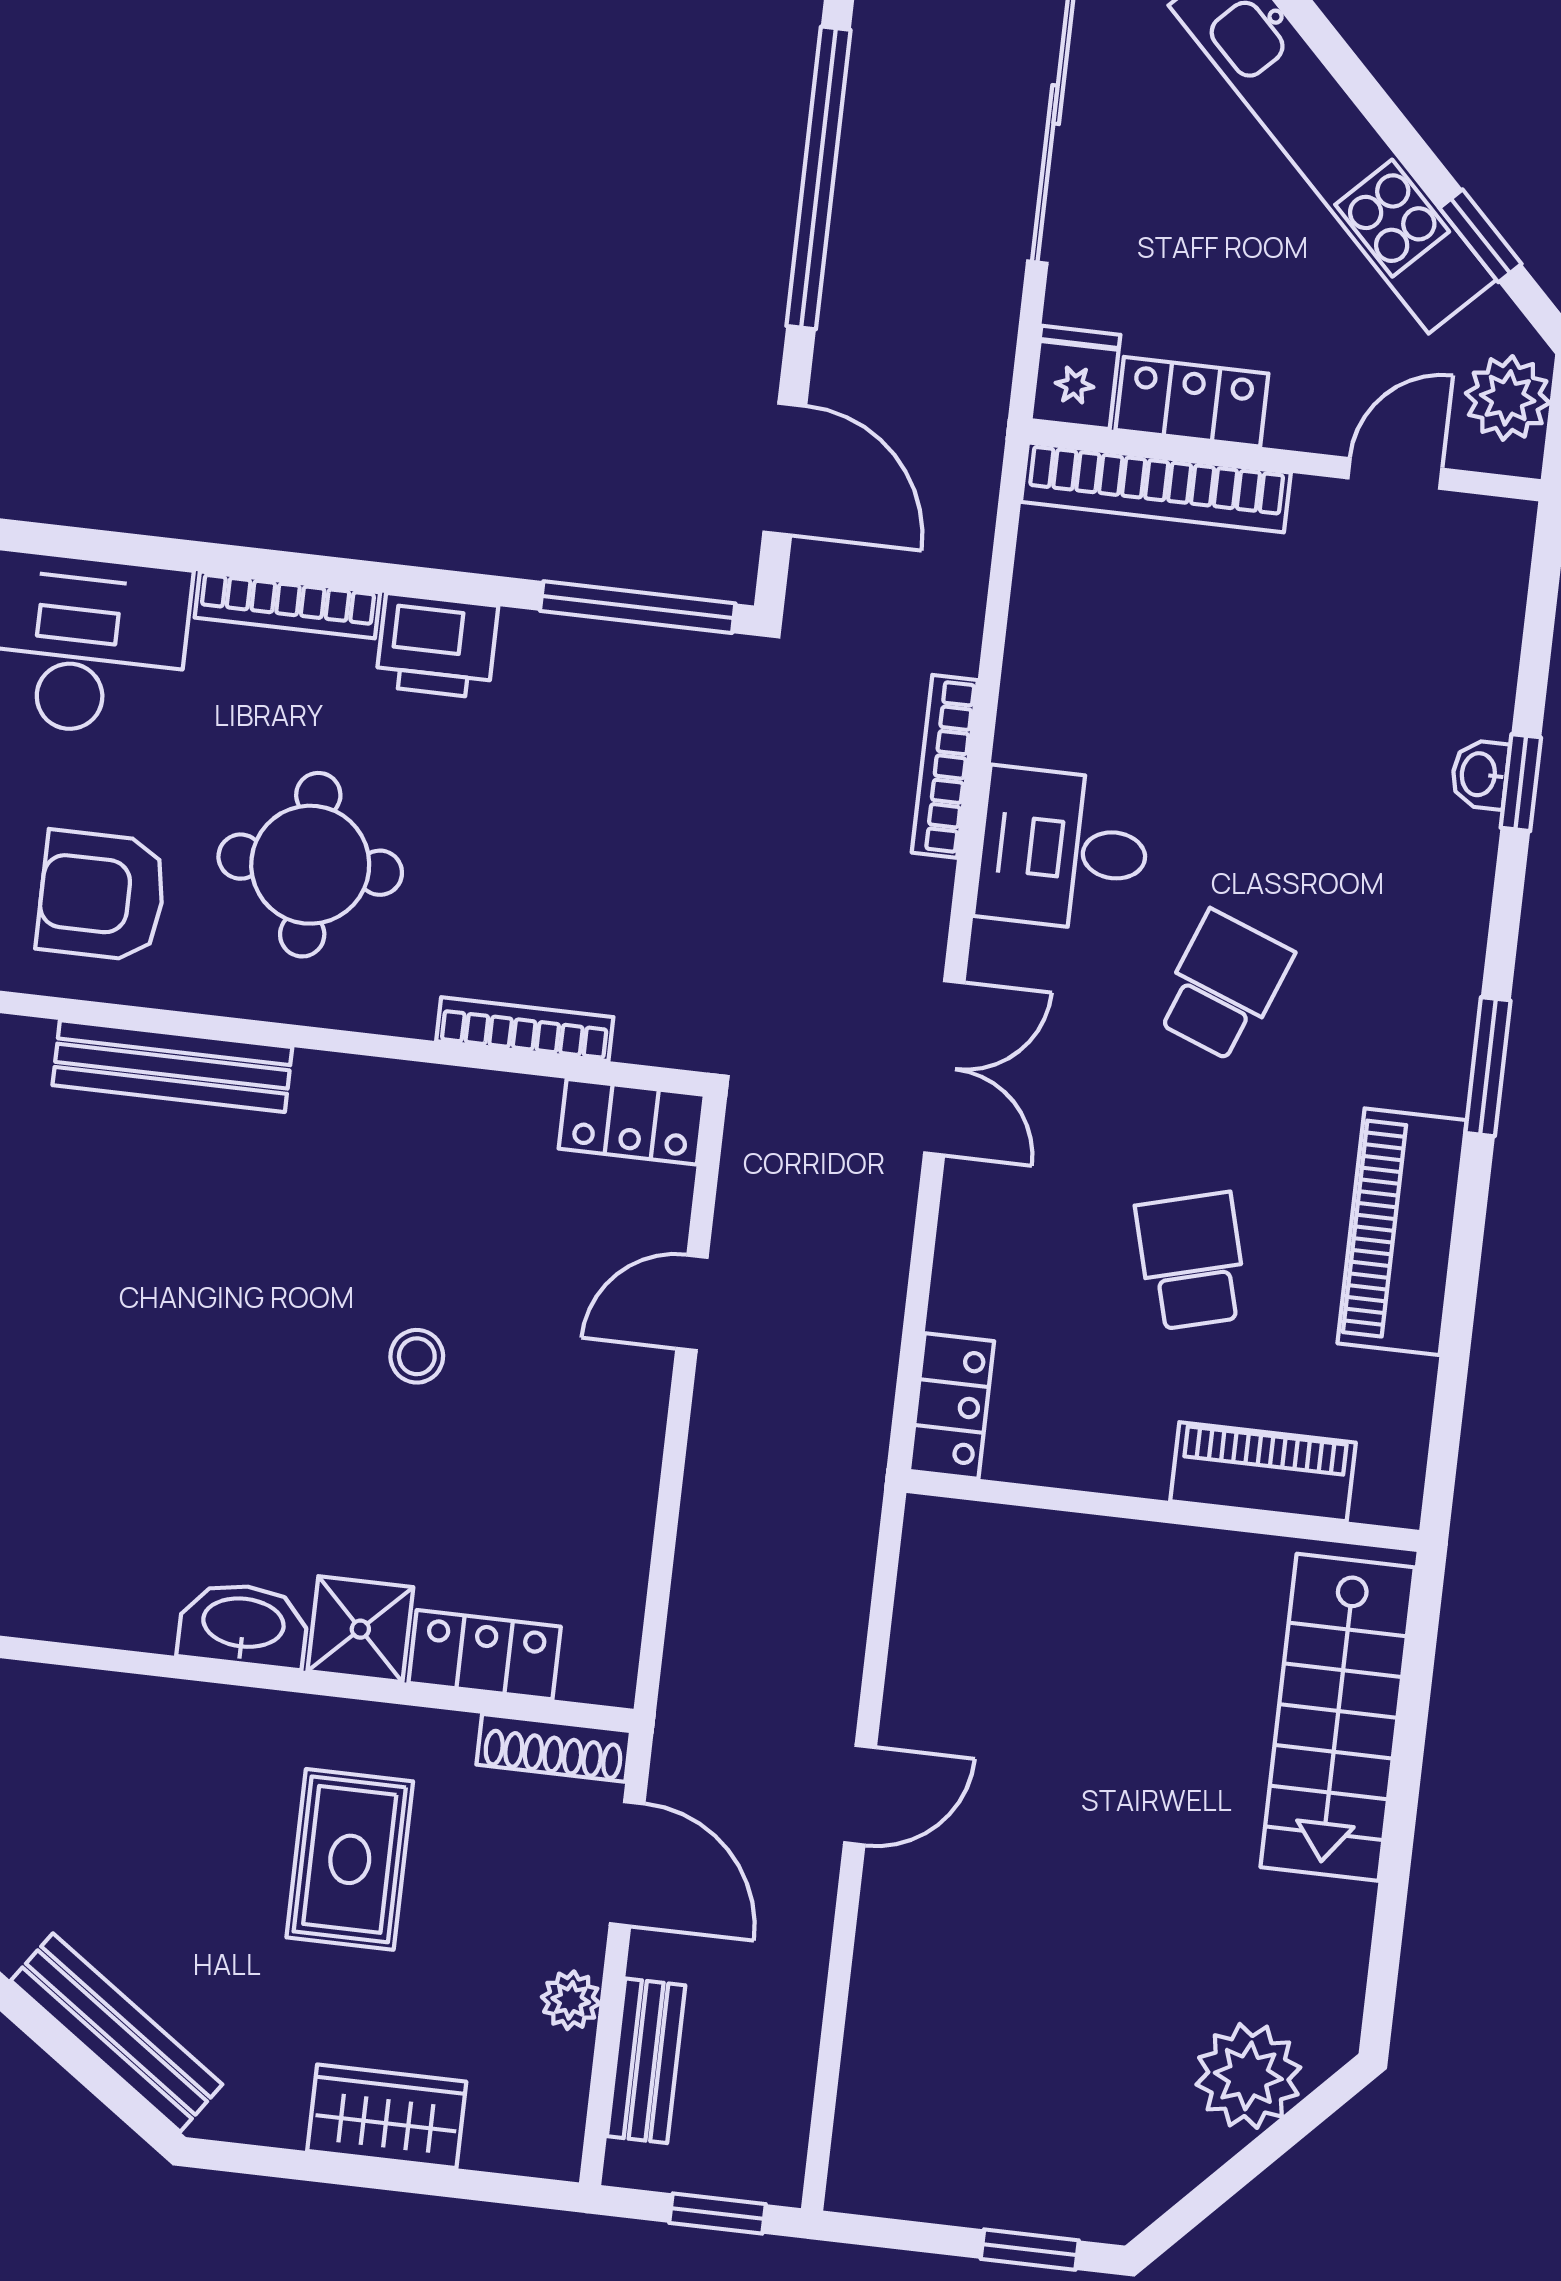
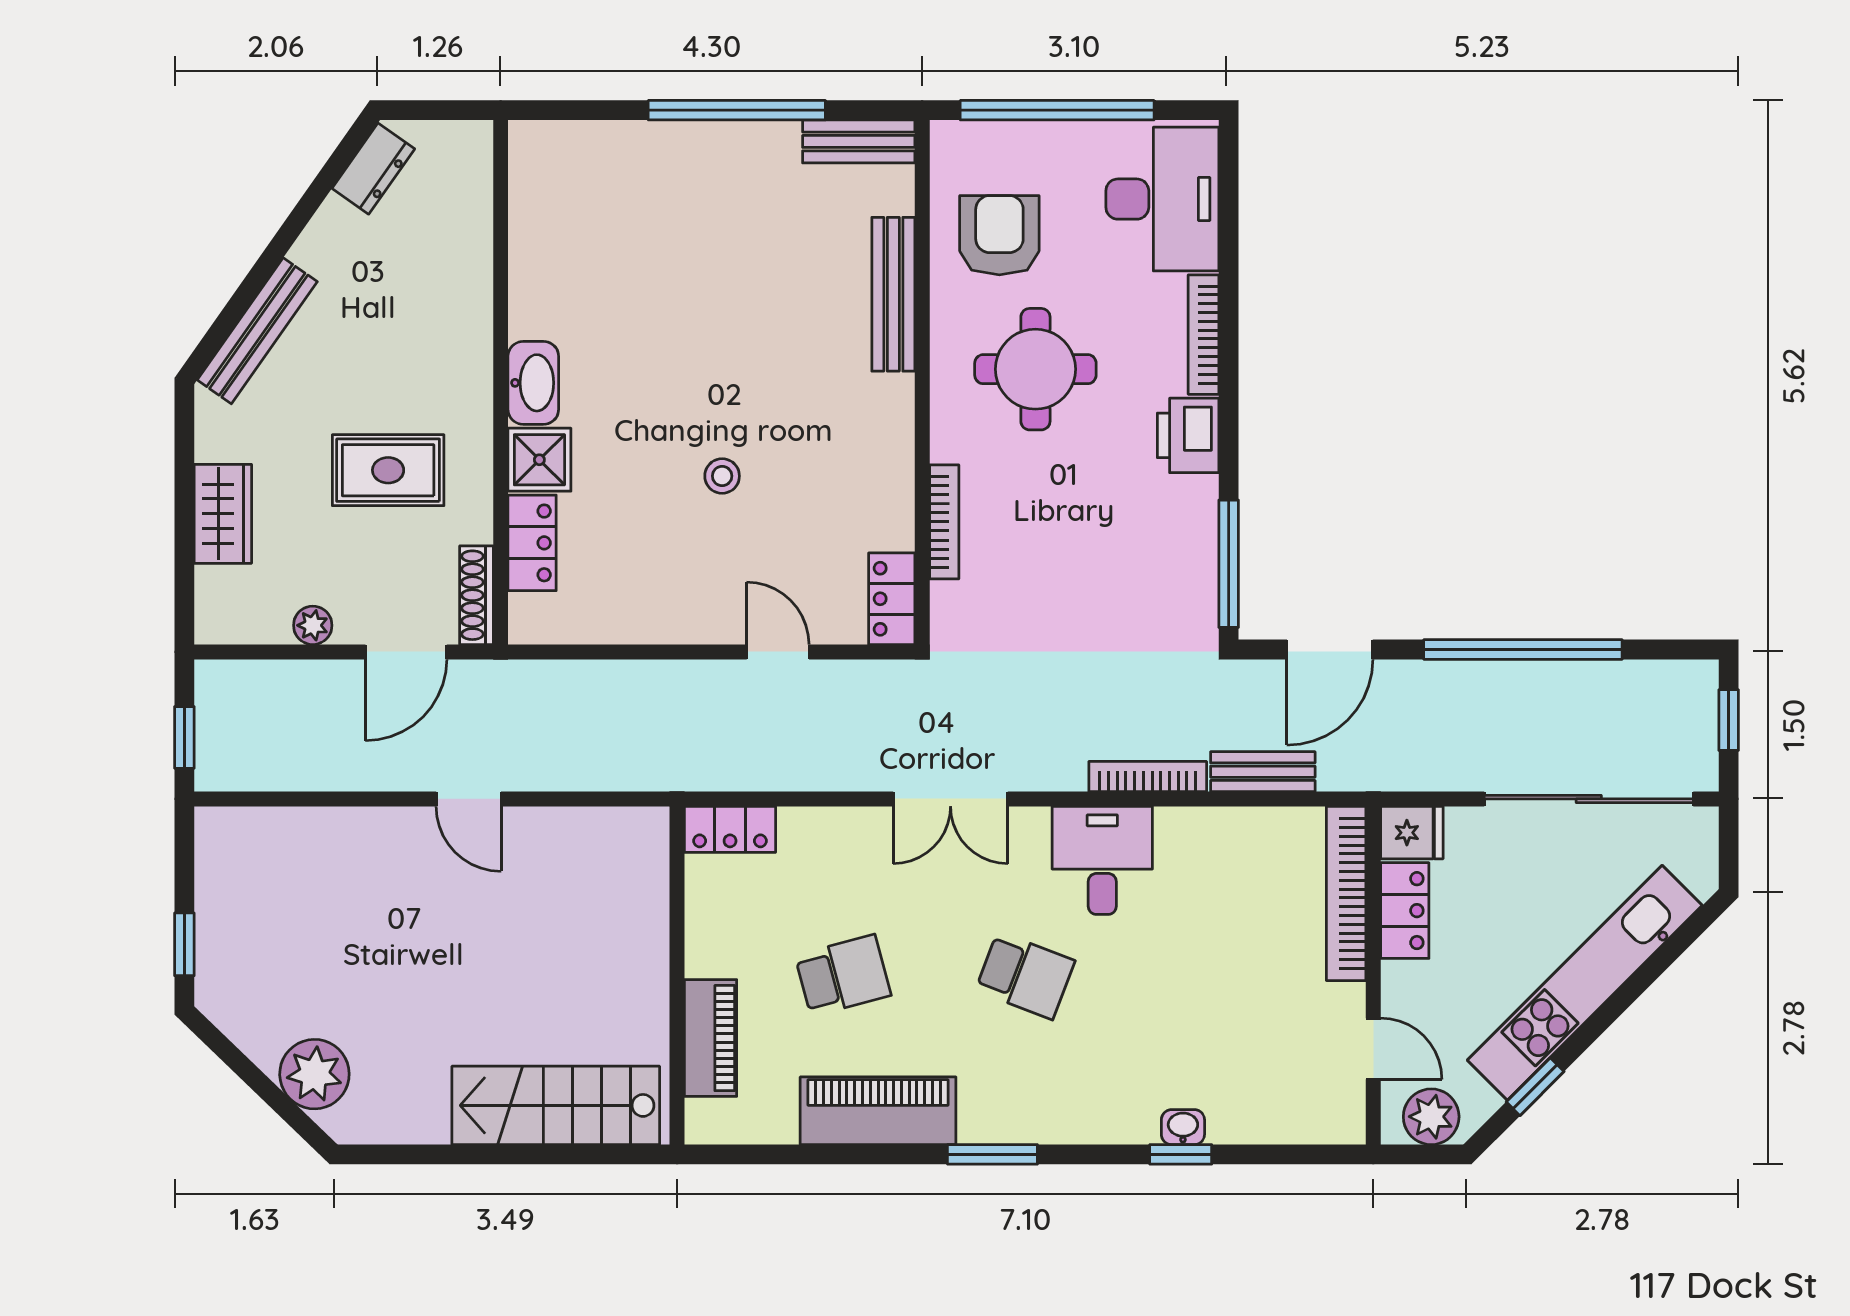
bench: (646, 2061) -> (1263, 772), moved

